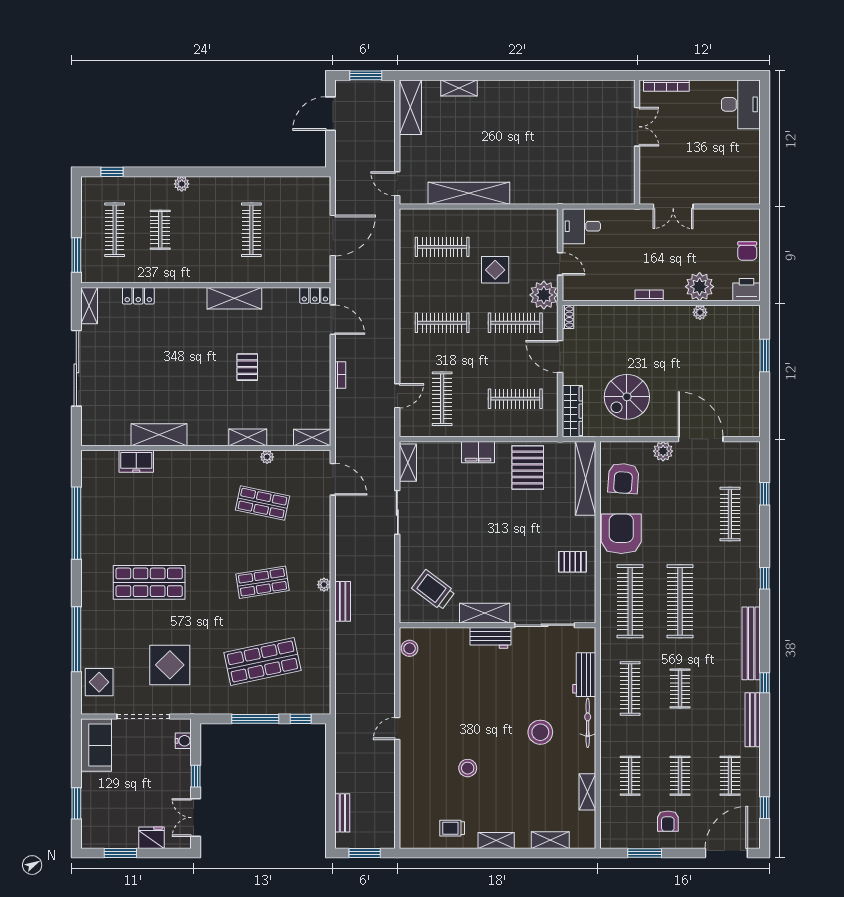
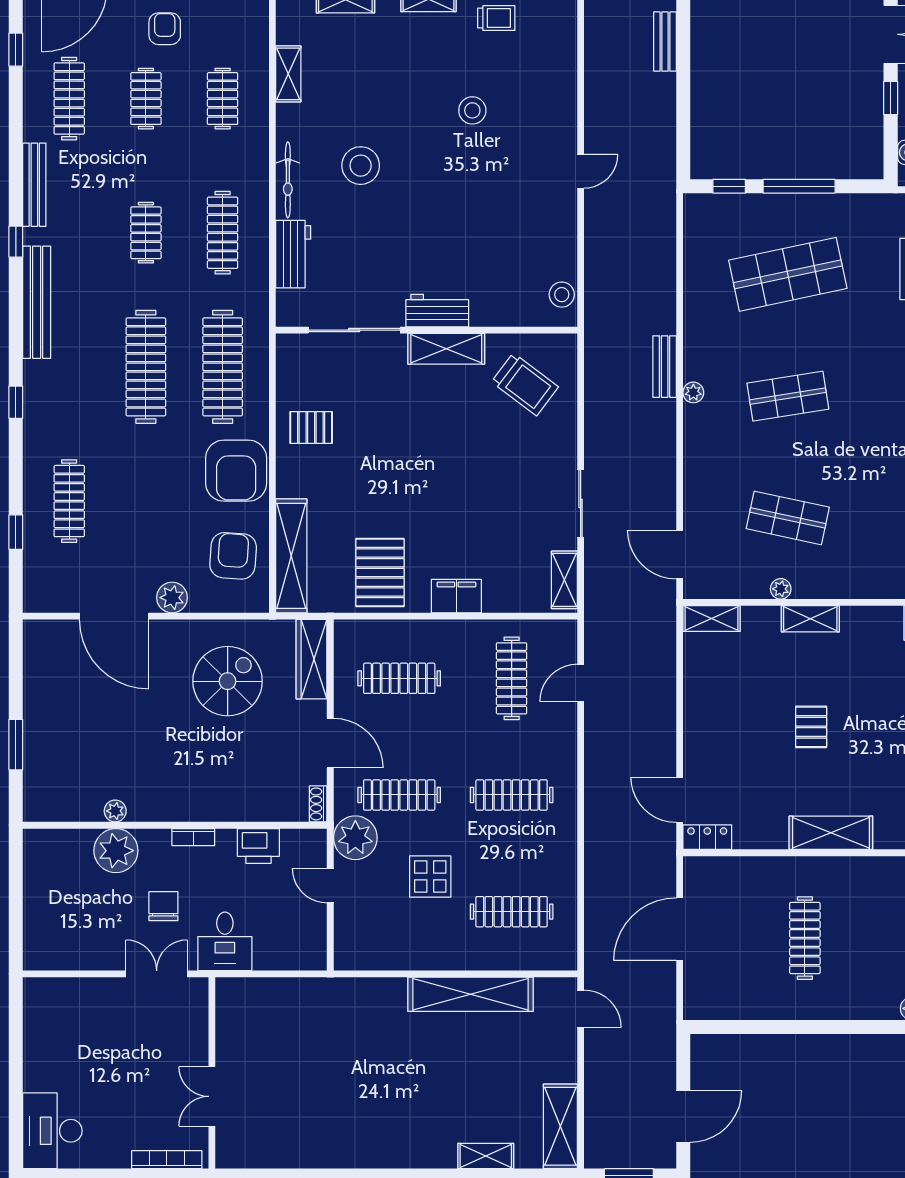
desk: (581, 226) -> (225, 941), moved, turned 90
chair: (747, 251) -> (163, 906), moved
printer: (747, 290) -> (258, 846), moved
bookcase: (340, 375) -> (668, 715), removed
clothes rail: (730, 776) -> (69, 99), width x1.36

